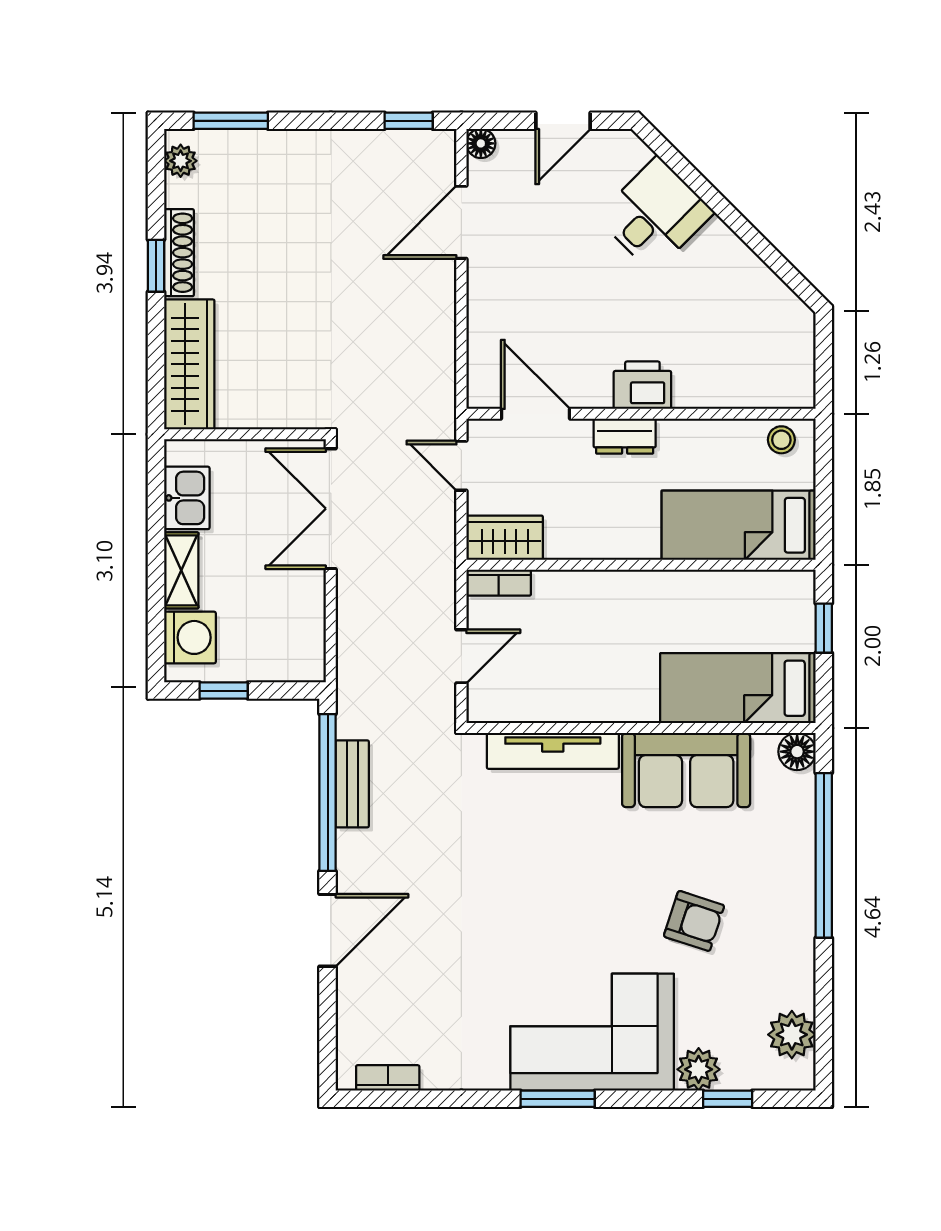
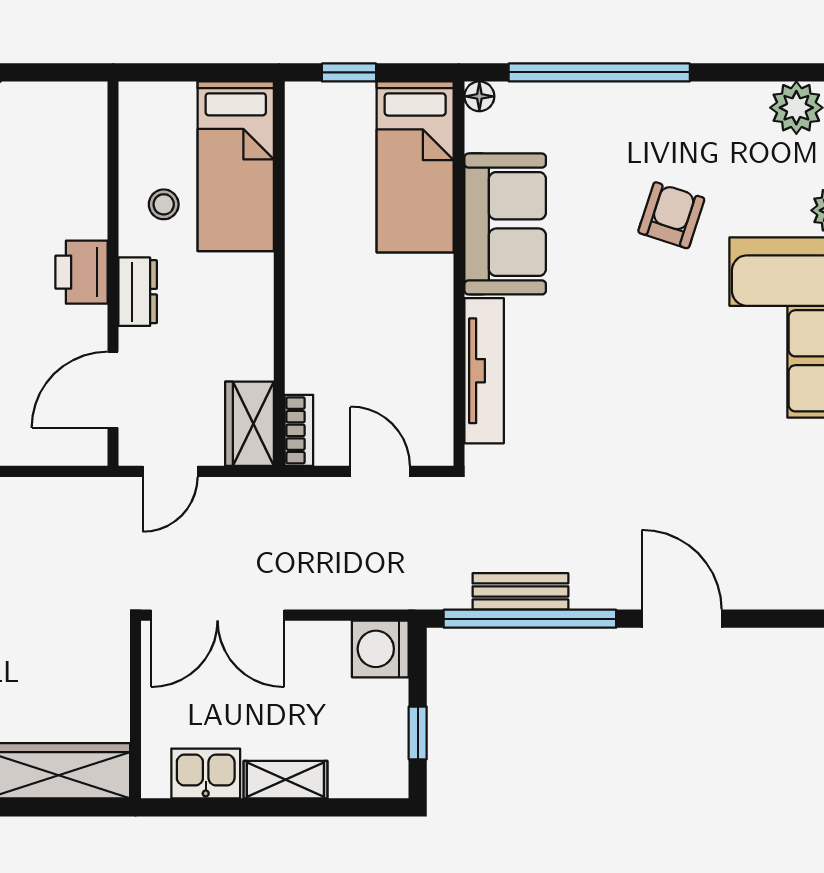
stool: (781, 440) -> (164, 204), moved
washing machine: (190, 637) -> (380, 649), moved, turned -90
floor lamp: (797, 752) -> (479, 96), width x0.73, depth x0.73

